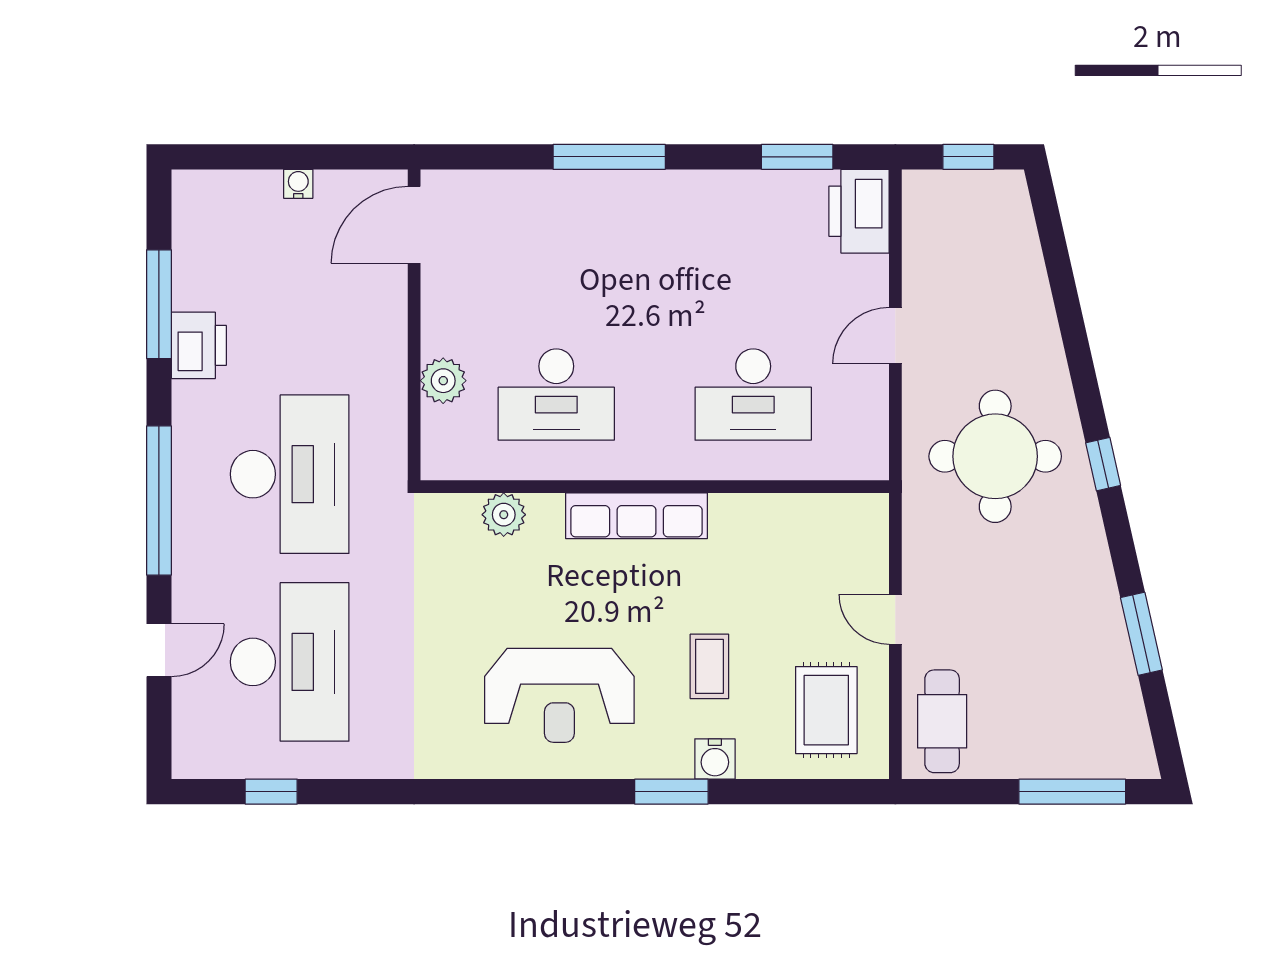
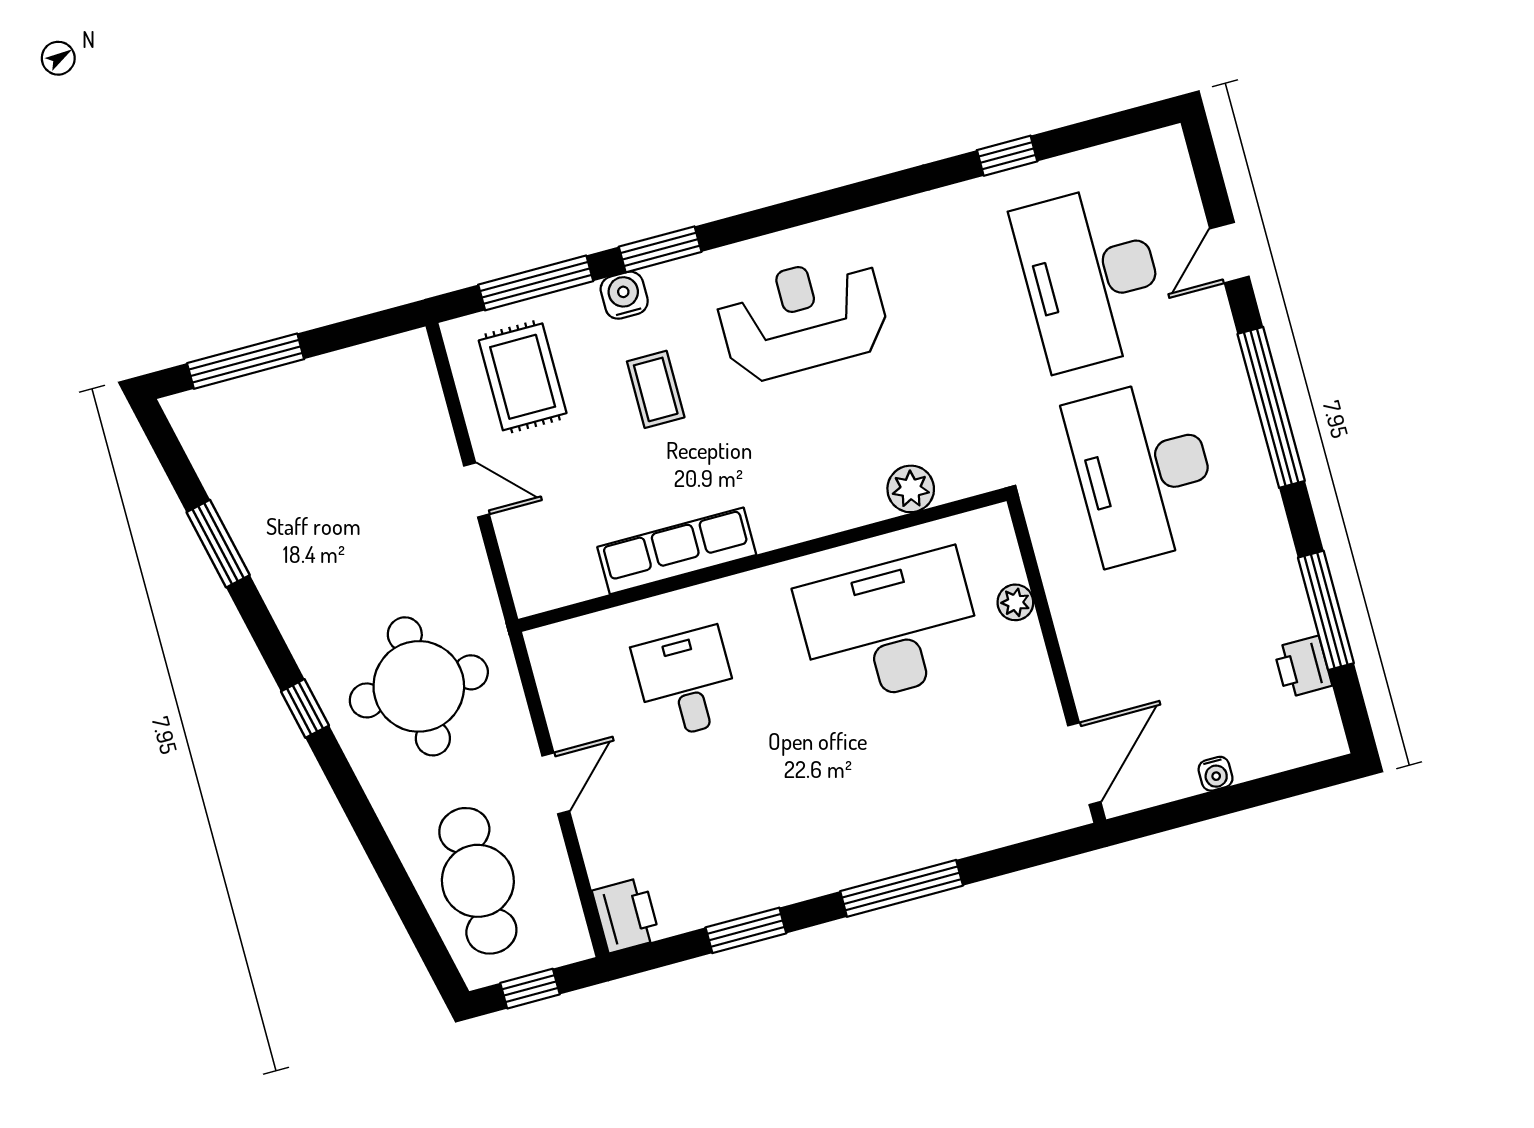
window: (797, 157) -> (746, 930), moved
printer: (859, 211) -> (626, 915), width x0.73, depth x0.84
printer: (199, 345) -> (1303, 667), moved, width x0.73, depth x0.81
plant: (443, 381) -> (1015, 602), width x0.73, depth x0.73
desk: (556, 395) -> (890, 628), width x1.36, depth x1.30
desk: (753, 395) -> (686, 683), width x0.73
row of seats: (636, 516) -> (677, 551), moved
cafe table: (942, 721) -> (478, 881), moved, width x1.37, depth x1.35
window: (271, 792) -> (1007, 156), moved
window: (792, 792) -> (536, 283), added

